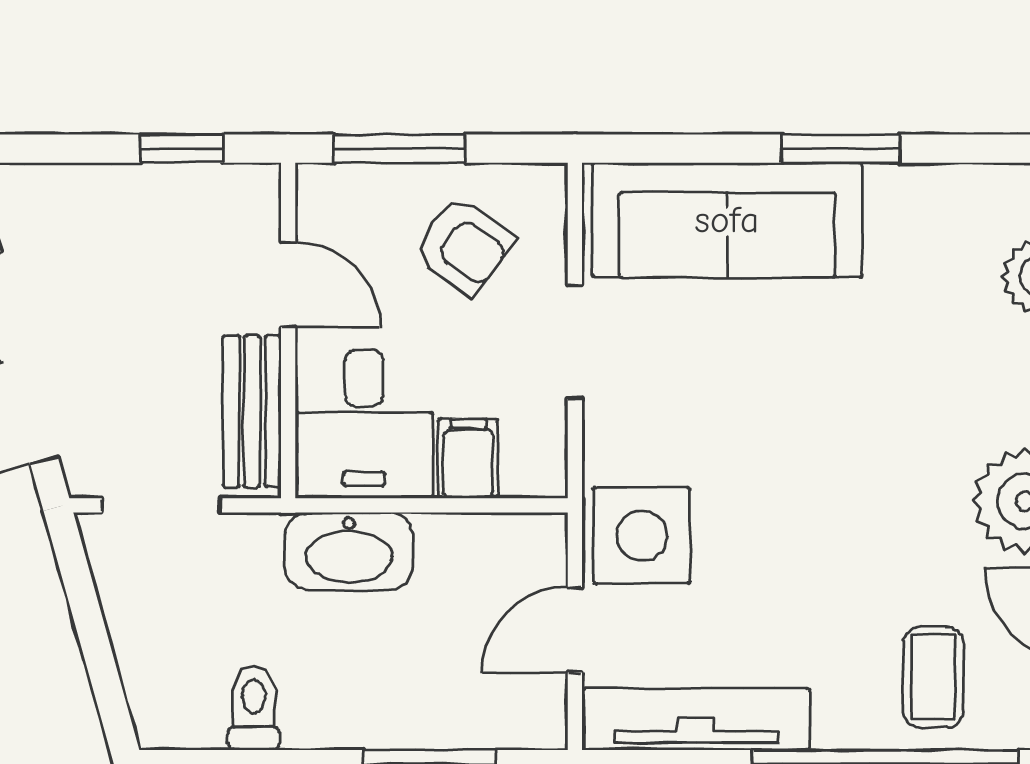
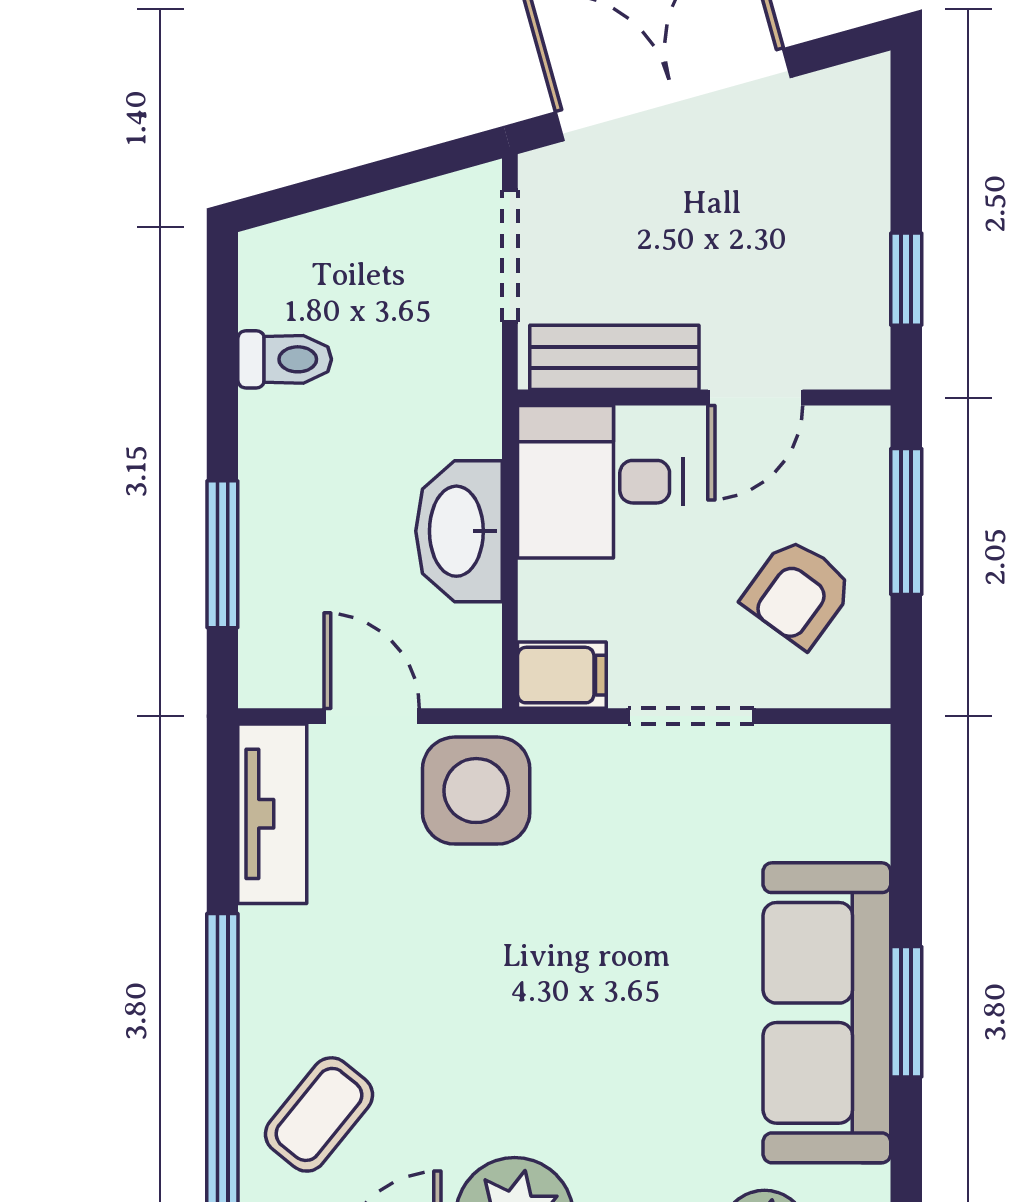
sofa: (727, 220) -> (827, 1013), moved
filing cabinet: (468, 458) -> (562, 675), moved
washbasin: (349, 551) -> (459, 531), moved
coffee table: (933, 677) -> (319, 1114), turned -51
tv unit: (696, 719) -> (272, 814), width x0.71

